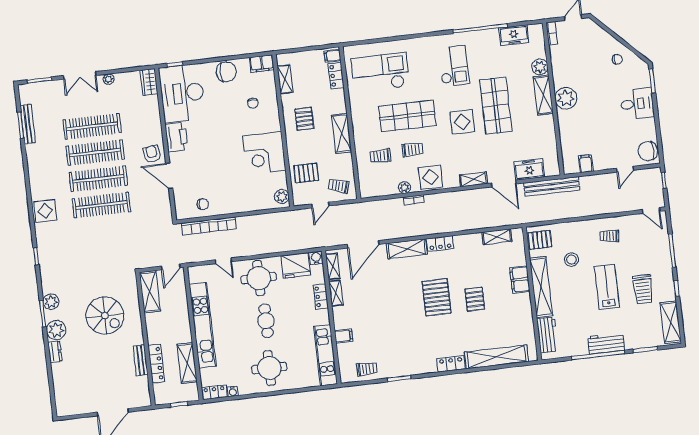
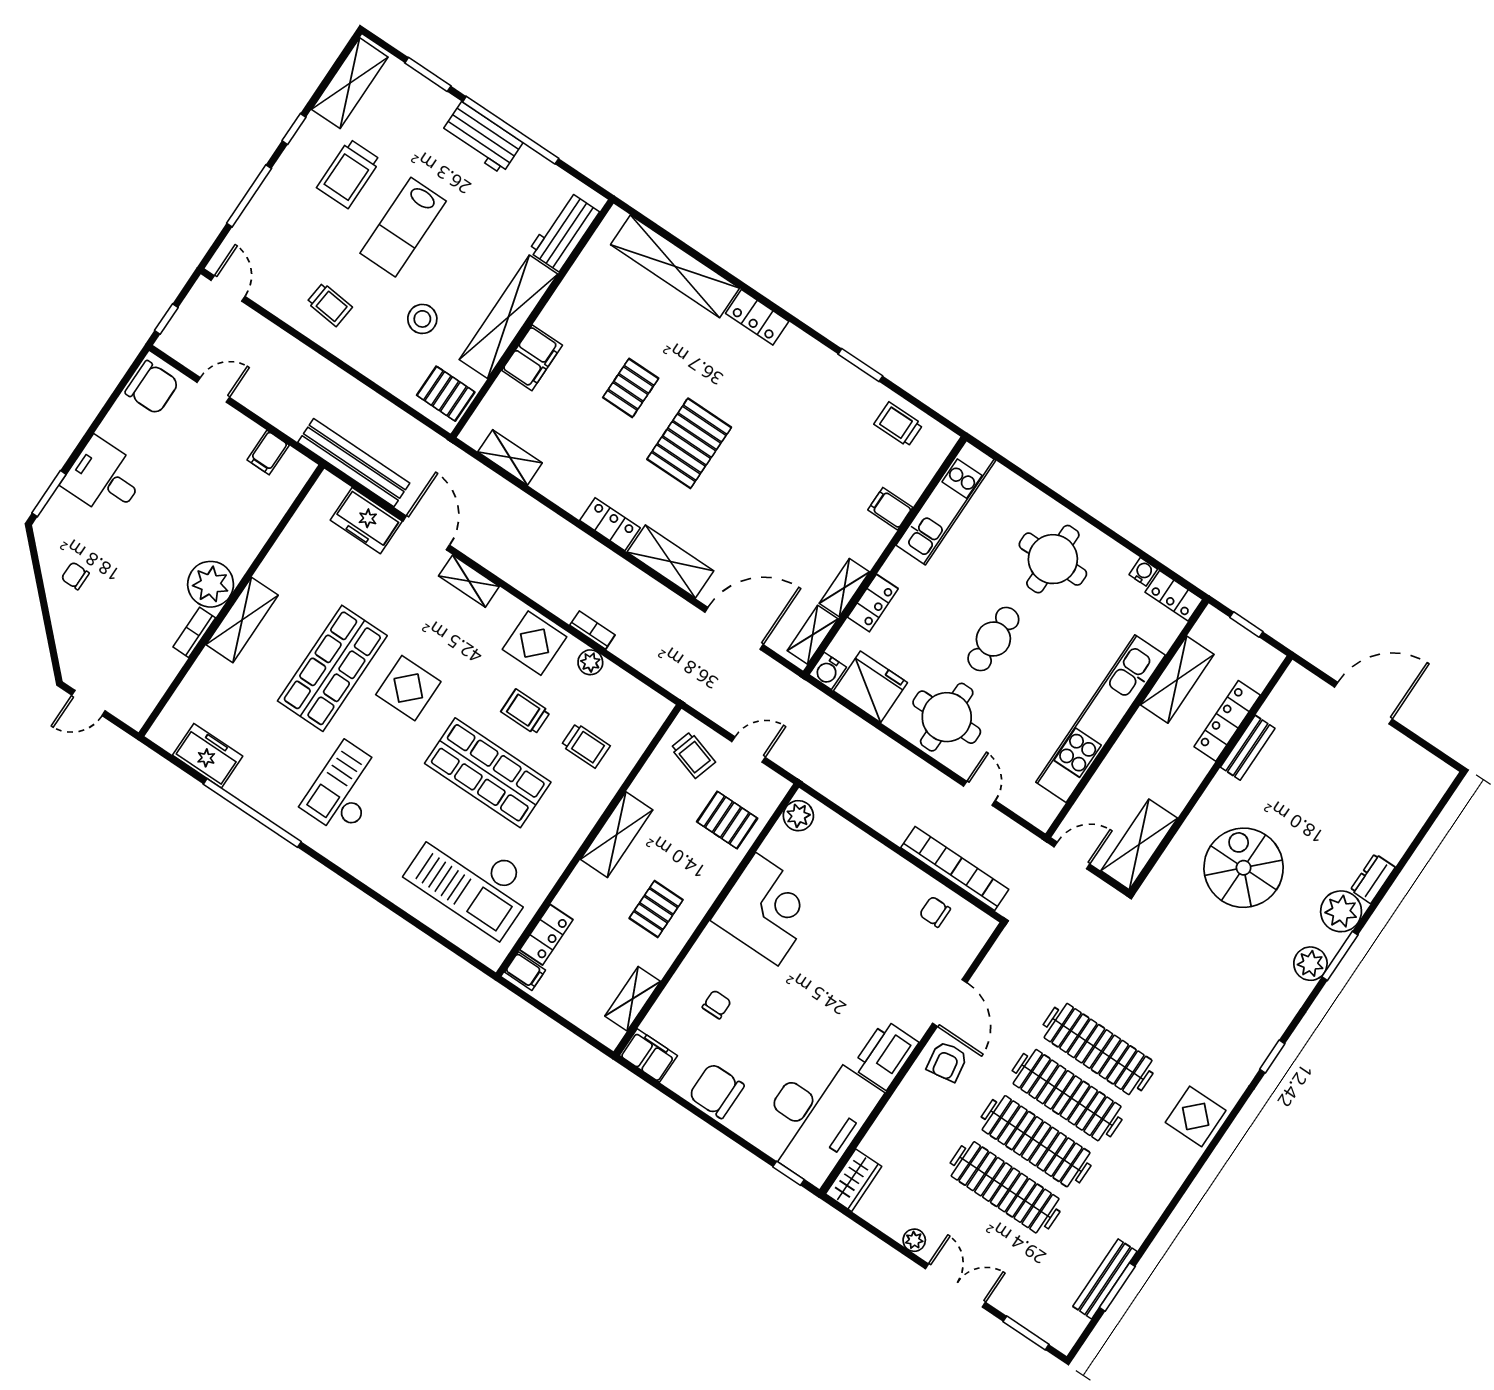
bookcase: (552, 33) -> (194, 632), moved
plant: (540, 67) -> (209, 670), removed
trolley: (643, 289) -> (349, 174), turned 180

